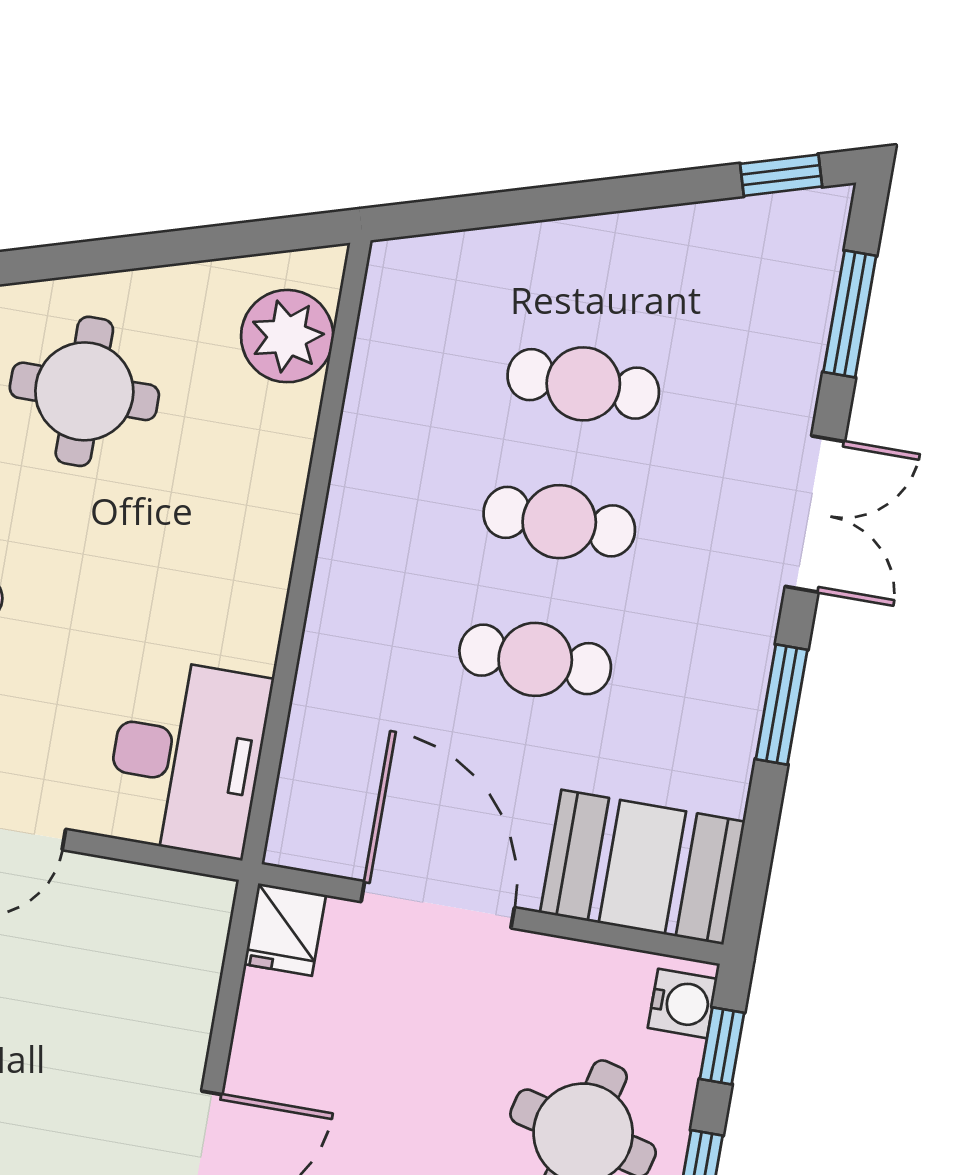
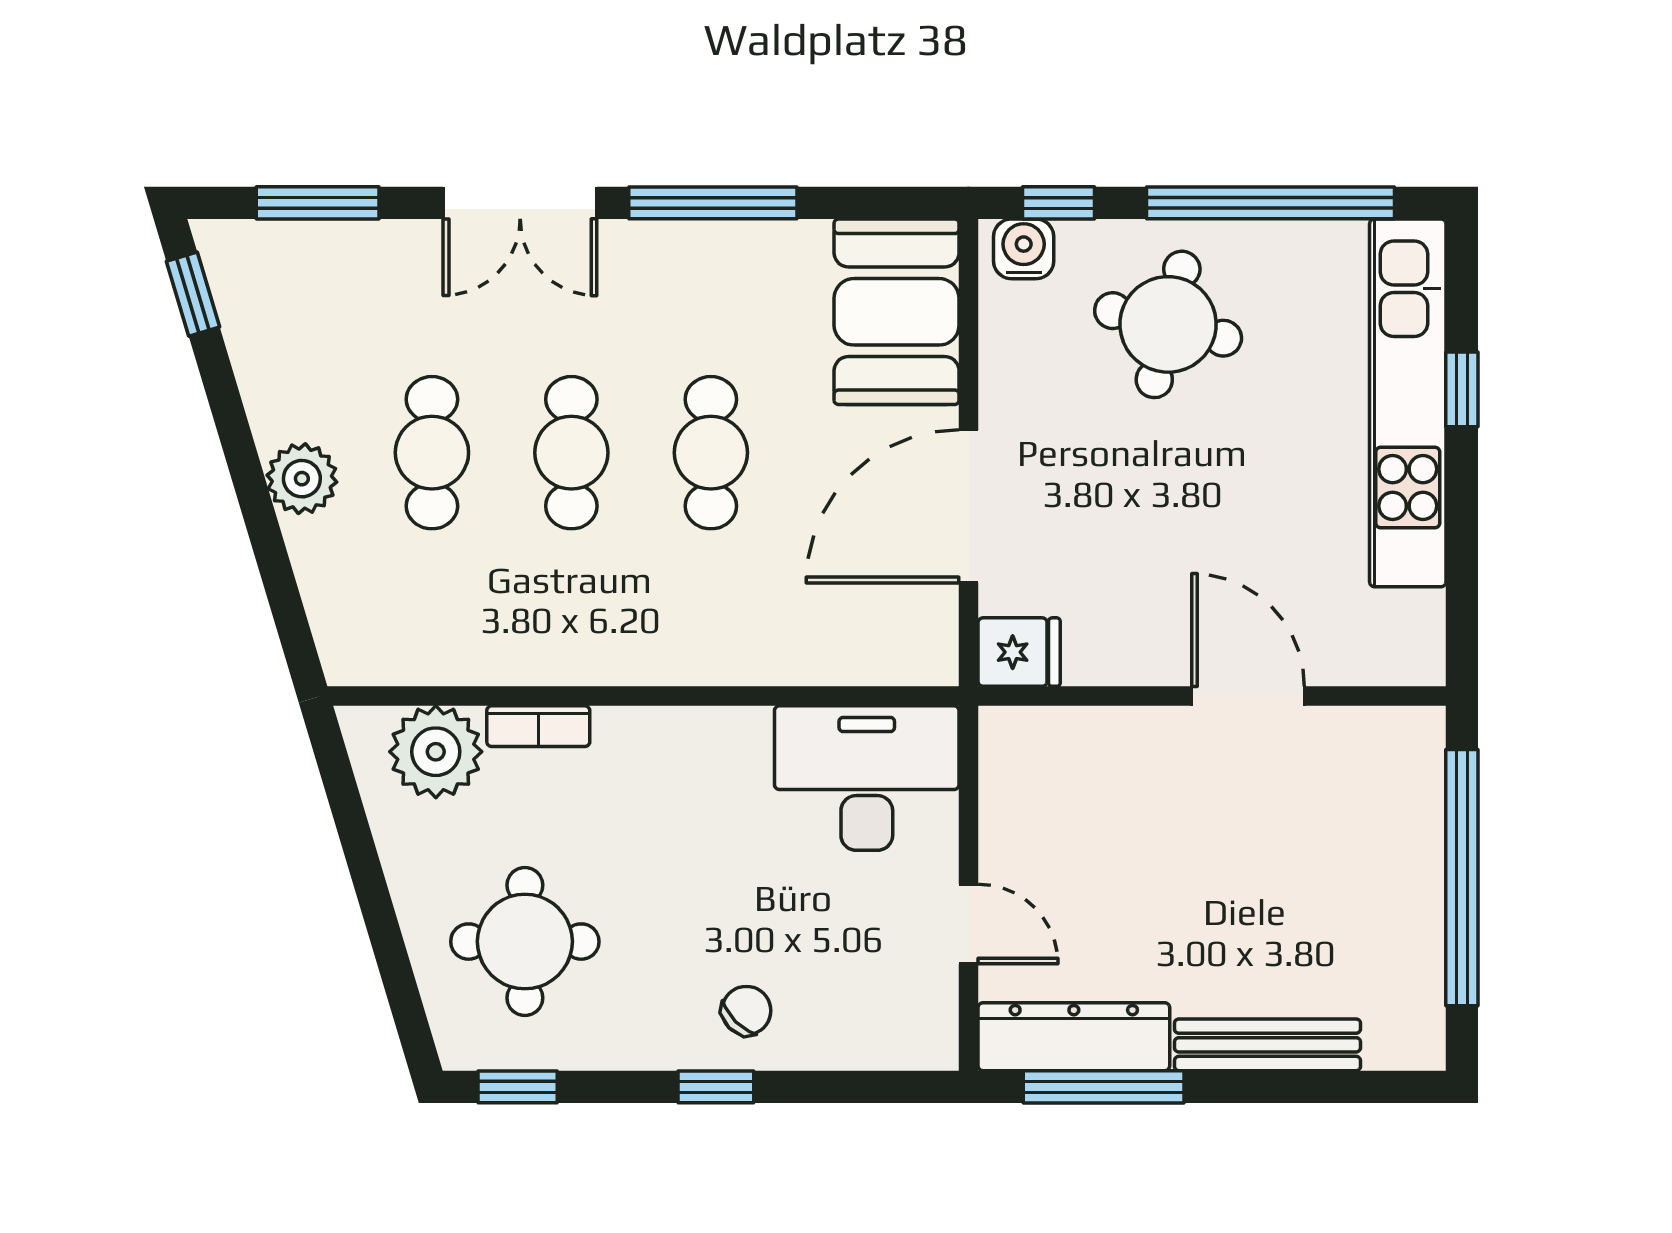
plant: (580, 251) -> (302, 479), added
bookcase: (295, 442) -> (538, 726), added
double door: (815, 514) -> (520, 203), swing flipped
window: (782, 704) -> (713, 203), width x1.44

